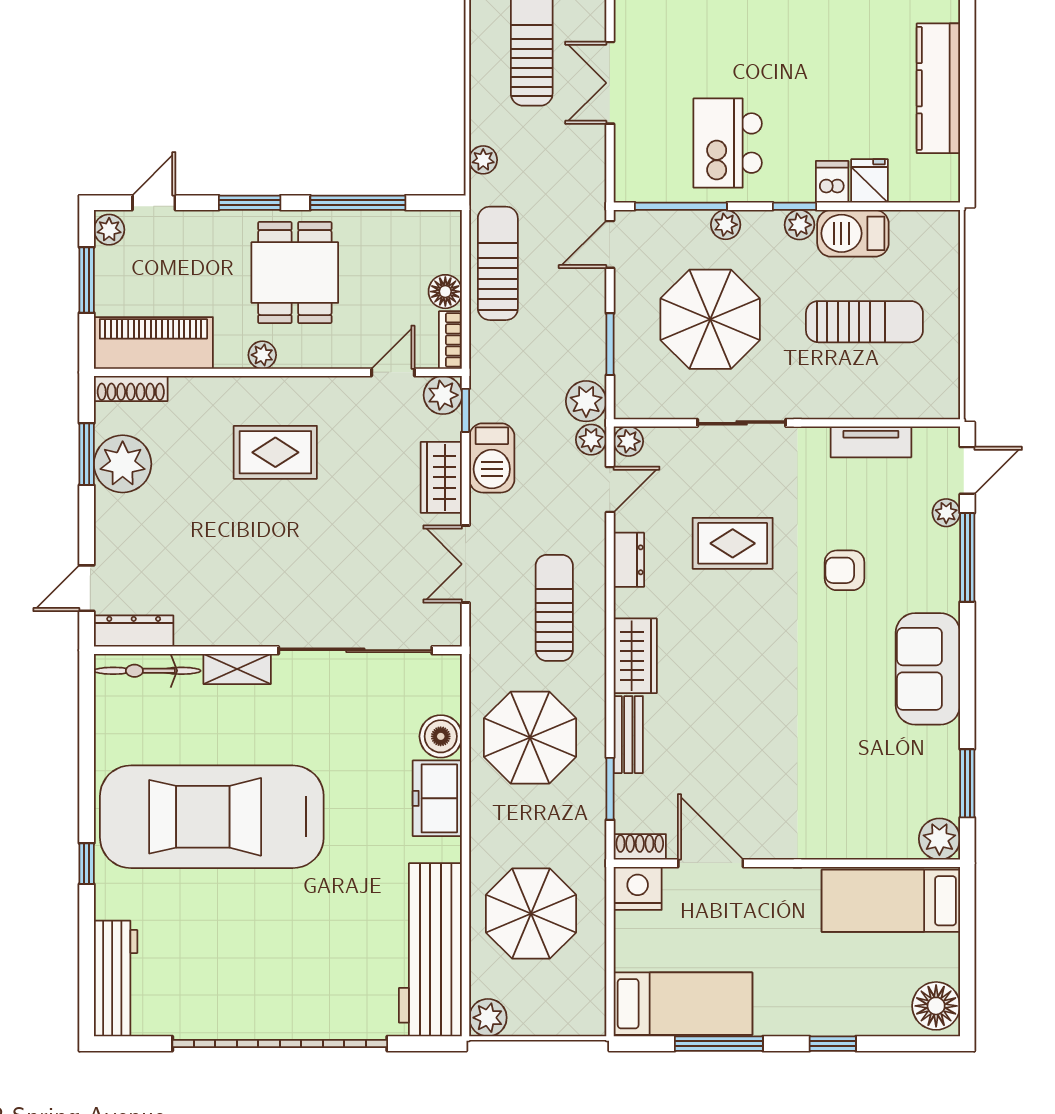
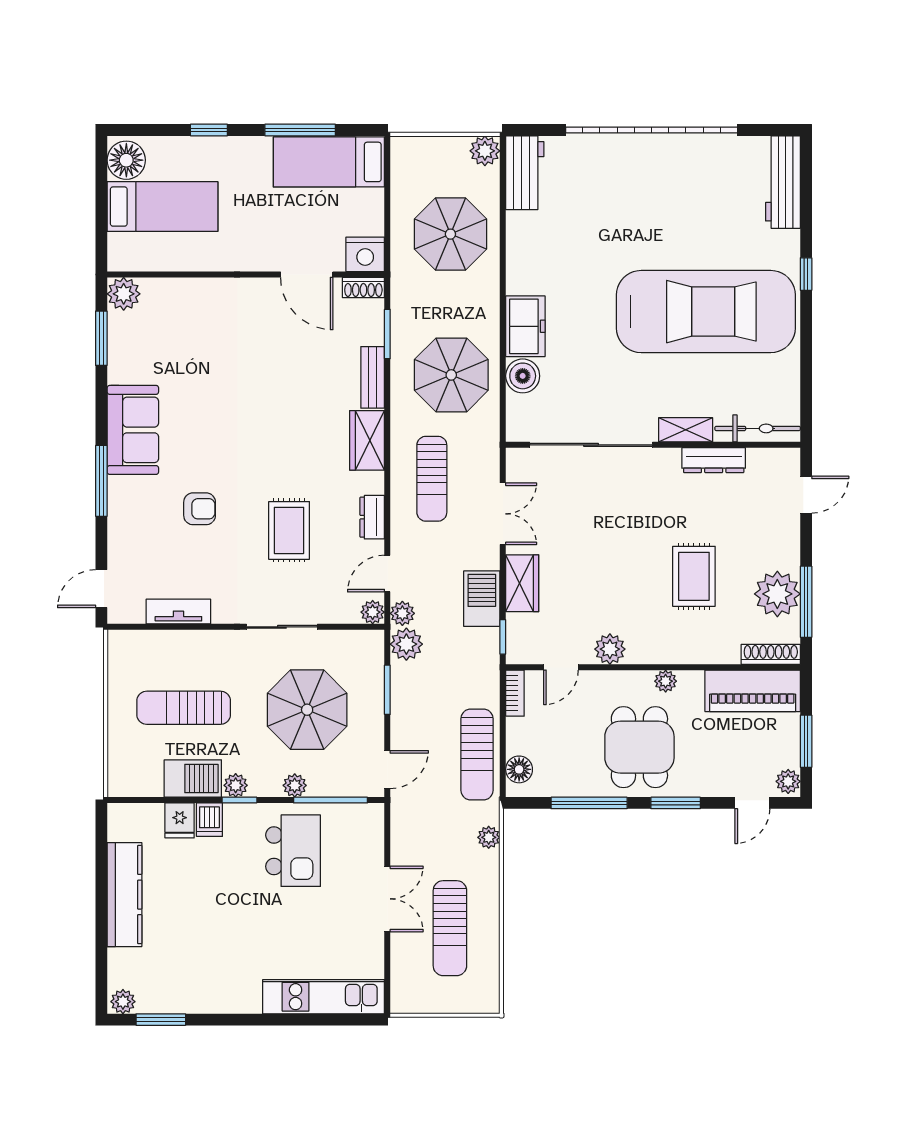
floor lamp: (445, 292) -> (519, 769), moved
plant: (443, 395) -> (610, 649), moved
rug: (275, 452) -> (694, 576), moved, turned 90
window: (87, 454) -> (806, 602), width x1.44
plant: (946, 513) -> (118, 555), removed
rug: (733, 543) -> (289, 530), turned 90
window: (967, 557) -> (101, 481), moved
dresser: (134, 631) -> (714, 460), moved
bed: (891, 901) -> (162, 207), moved
workbench: (430, 950) -> (525, 173), width x0.53, depth x0.76

